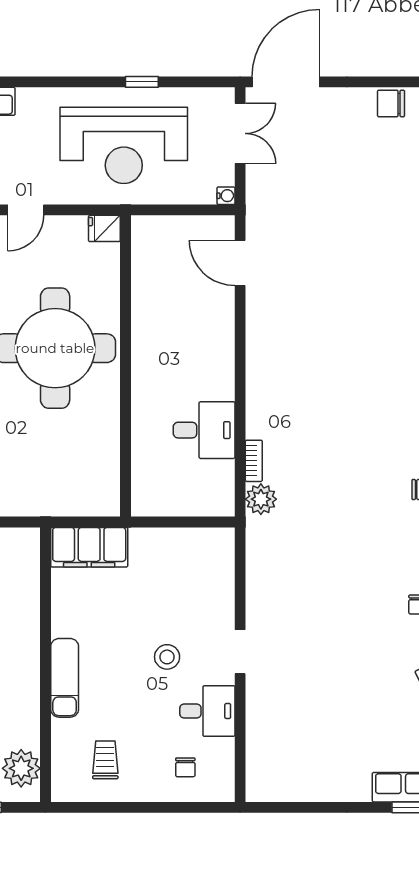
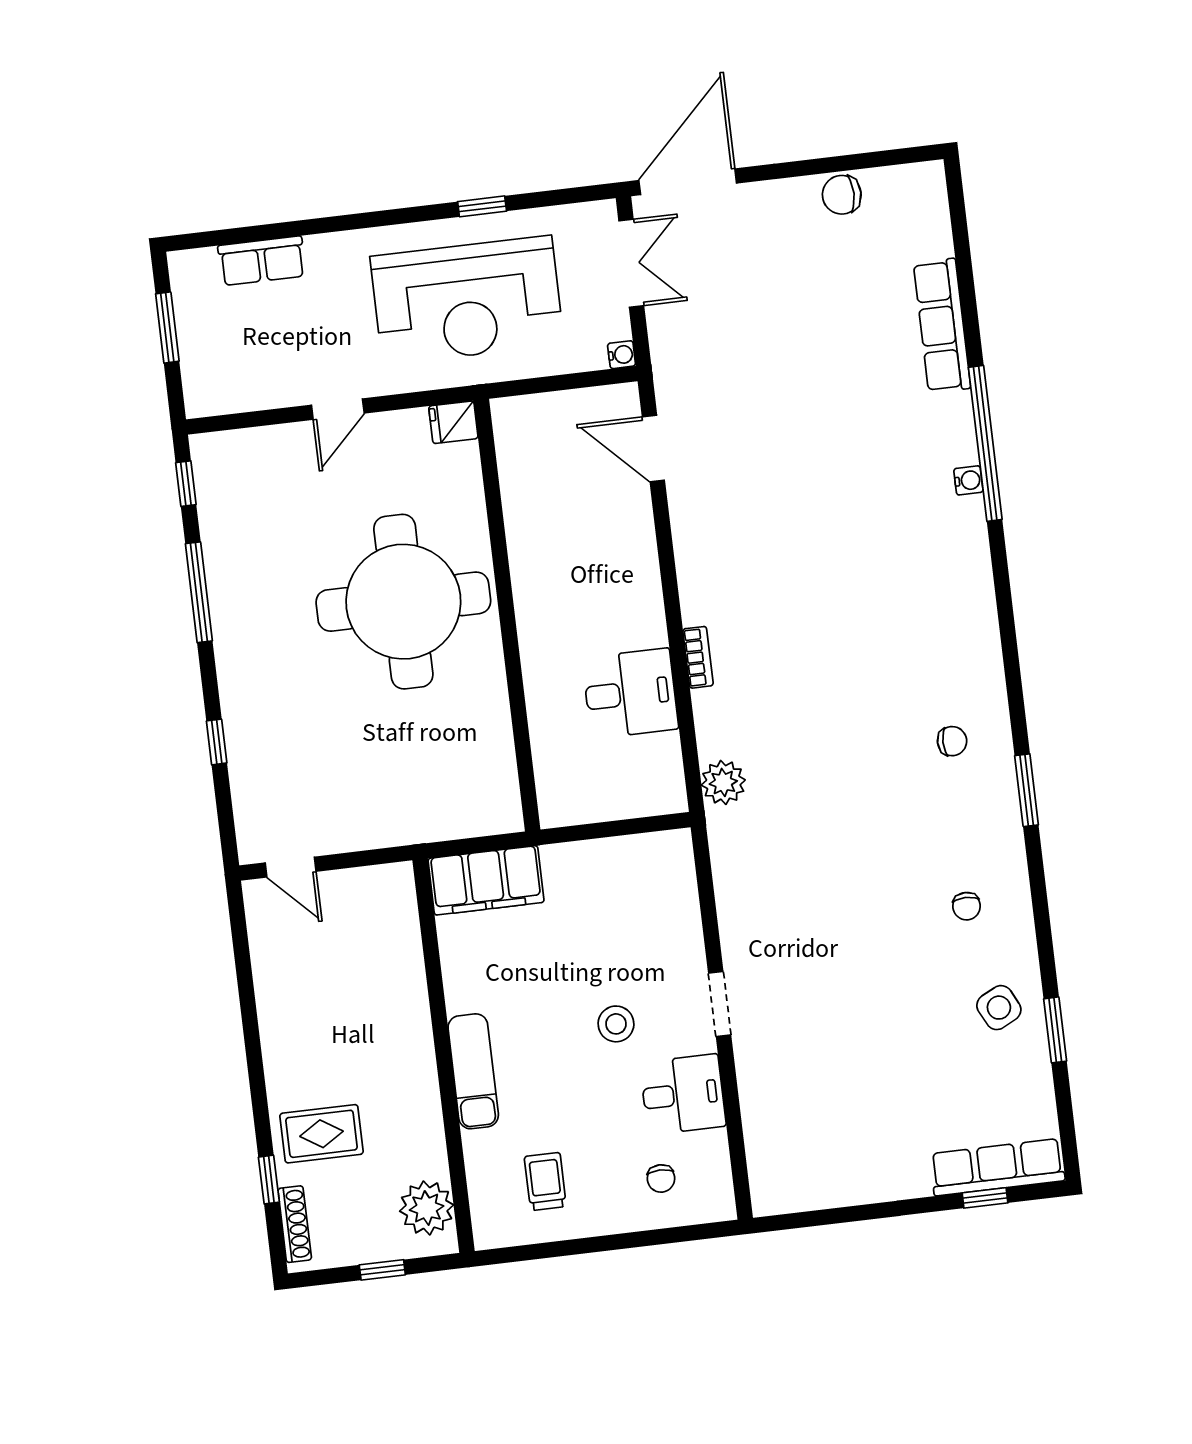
bookcase: (254, 461) -> (698, 657), moved

